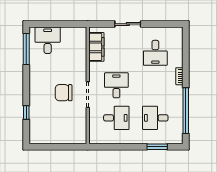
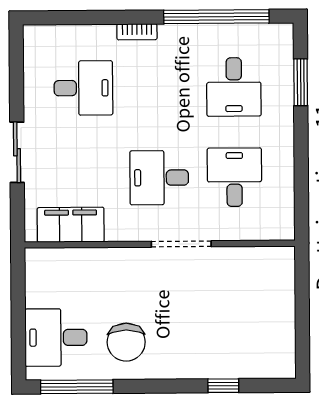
chair: (64, 93) -> (126, 342), moved

